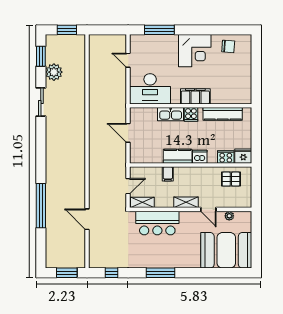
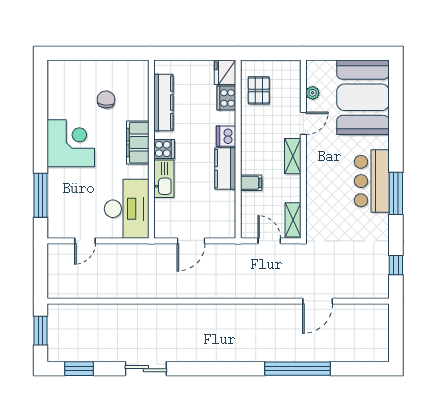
chair: (228, 46) -> (106, 99), moved
plant: (54, 72) -> (102, 349), removed
bar counter: (157, 223) -> (372, 181), moved, turned 180
window: (67, 273) -> (396, 331), removed

